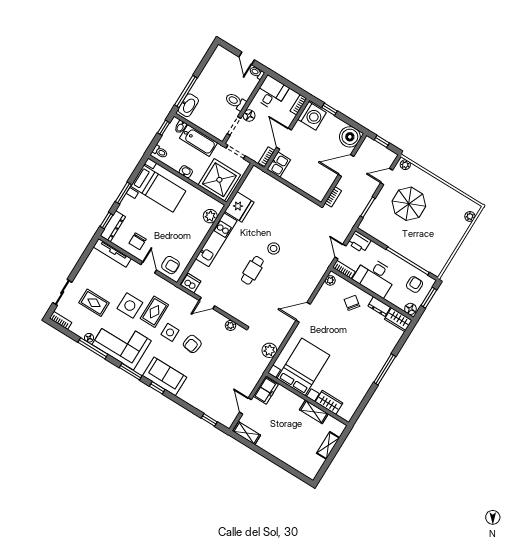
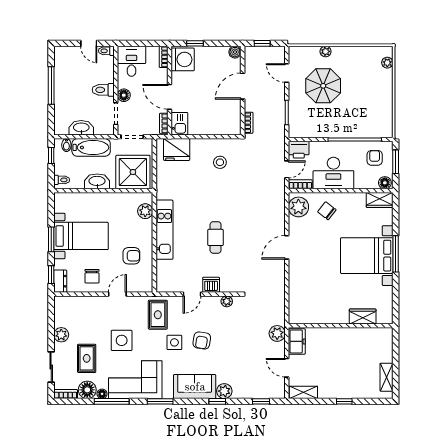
window: (186, 91) -> (51, 86), moved
washbasin: (188, 105) -> (81, 128), moved, turned -90
boiler: (350, 137) -> (235, 52), width x0.54, depth x0.54
plant: (405, 165) -> (326, 51), moved
washbasin: (186, 172) -> (97, 181), width x1.91, depth x1.45
door: (387, 176) -> (287, 73), hinge flipped
bed with nightstands: (158, 189) -> (81, 236), moved
fridge: (239, 207) -> (177, 150), moved, turned 90
dresser: (113, 226) -> (60, 281), width x0.70
stool: (274, 248) -> (220, 162), moved
door: (340, 252) -> (287, 169), swing flipped
tv unit: (112, 253) -> (75, 301), removed
armchair: (170, 265) -> (131, 256), moved
door: (149, 267) -> (117, 294), hinge flipped
plant: (86, 272) -> (61, 335), added
plant: (330, 280) -> (298, 207), width x1.87, depth x1.87
dishwasher: (191, 283) -> (211, 285), moved
rug: (94, 303) -> (87, 358), turned 90
dresser: (379, 307) -> (354, 198), removed
rug: (154, 312) -> (158, 315), moved
floor lamp: (79, 328) -> (87, 390), added
plant: (269, 350) -> (277, 333), moved
bed with nightstands: (303, 367) -> (367, 256), moved, turned -90
window: (157, 388) -> (217, 401), moved
plant: (186, 394) -> (224, 391), added
shelving: (314, 412) -> (354, 334), removed
shelving: (328, 445) -> (386, 377), moved
window: (274, 460) -> (344, 401), added

